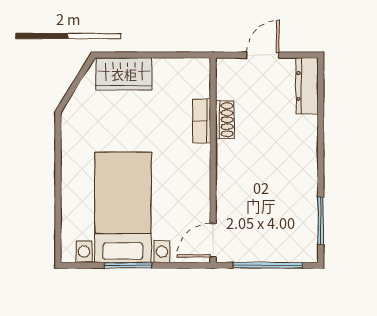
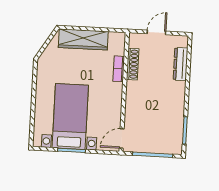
wardrobe: (124, 74) -> (83, 39), width x1.50
dresser: (307, 86) -> (181, 64), moved
shoe rack: (225, 120) -> (133, 64), width x1.43

